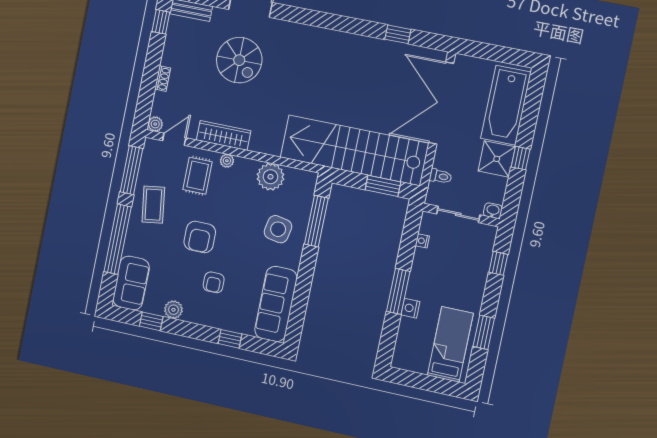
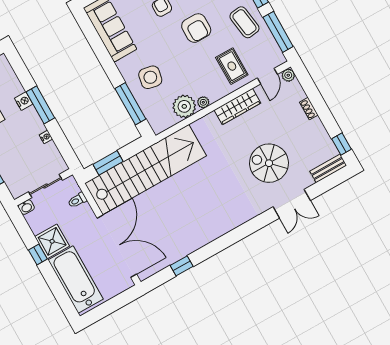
plant: (227, 161) -> (203, 102), moved
armchair: (200, 237) -> (196, 28), turned 180
nightstand: (422, 241) -> (46, 137), moved

